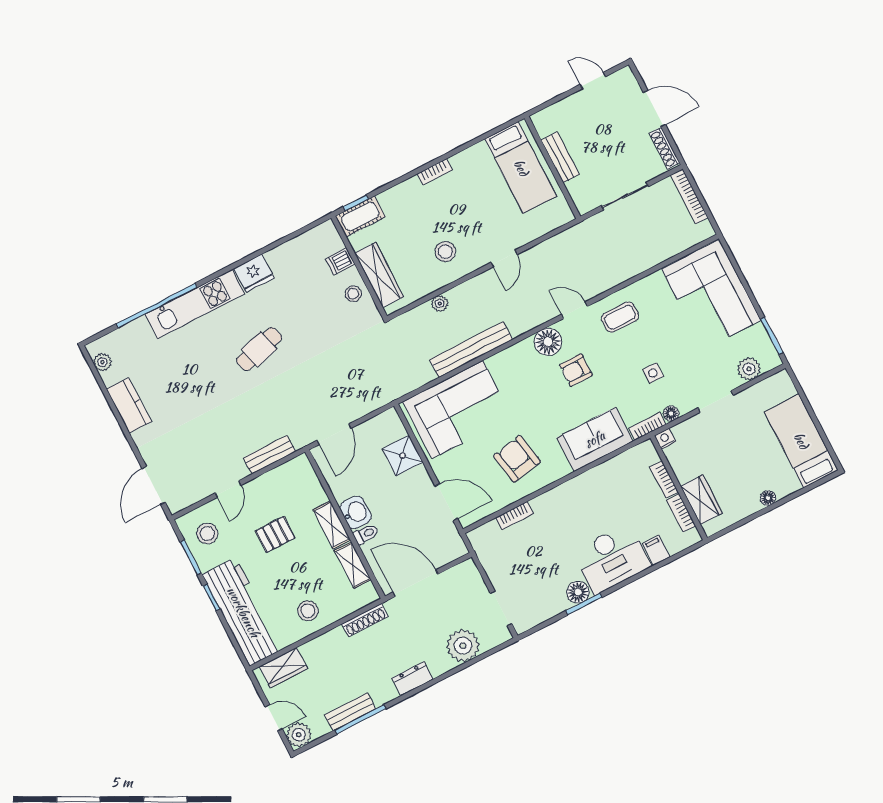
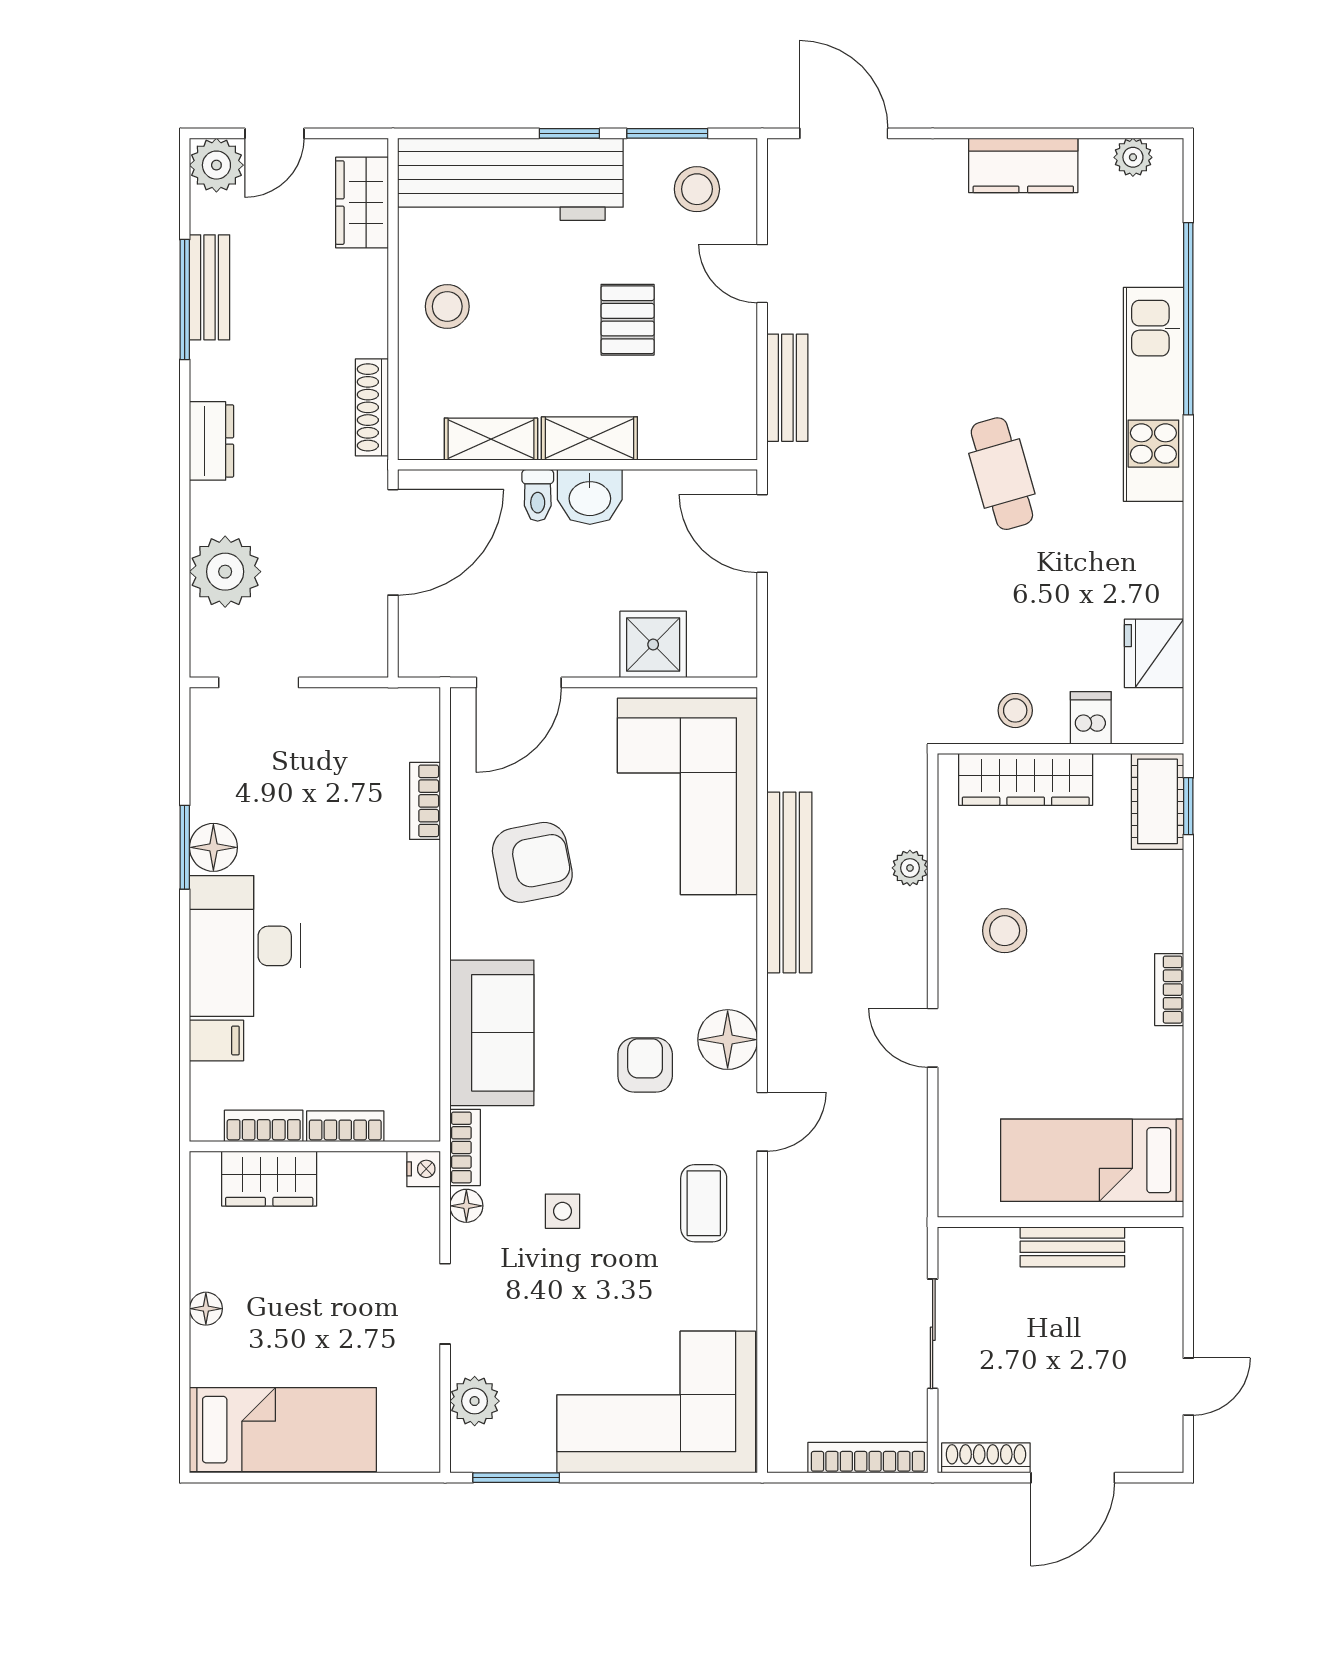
fridge: (254, 273) -> (1154, 653), moved

